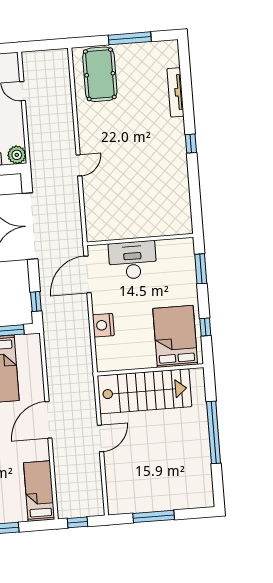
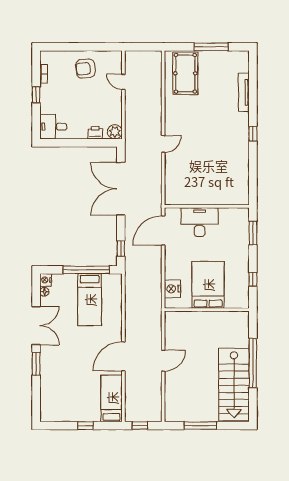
nightstand: (103, 325) -> (172, 289), moved
bed: (175, 336) -> (208, 285), moved
stairs: (144, 391) -> (234, 384), moved, turned 90
door: (48, 420) -> (123, 356), moved

